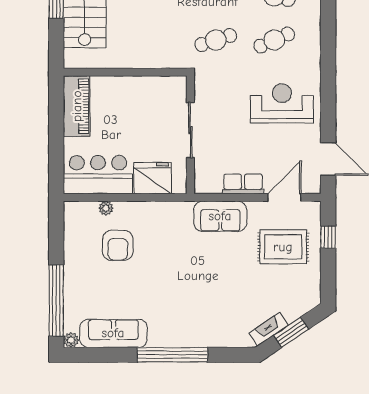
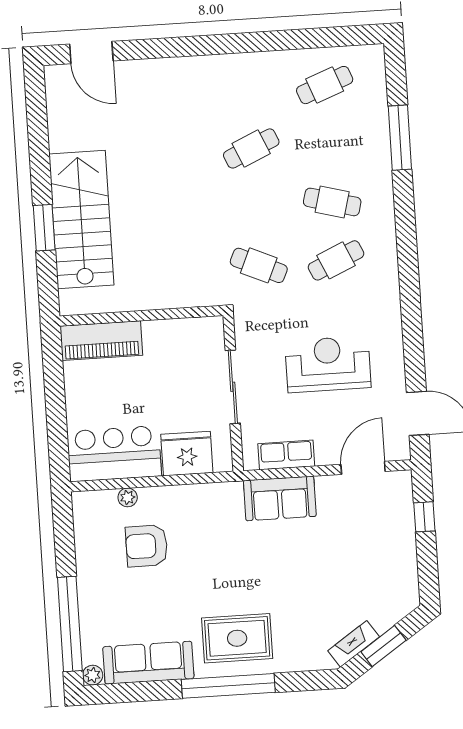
cafe table: (216, 40) -> (259, 265), turned 42
reception desk: (282, 103) -> (328, 364), moved
piano: (77, 106) -> (101, 341), moved, turned 90
row of seats: (243, 184) -> (286, 455), moved
armchair: (118, 245) -> (147, 546), turned 90
rug: (283, 247) -> (237, 638), moved

